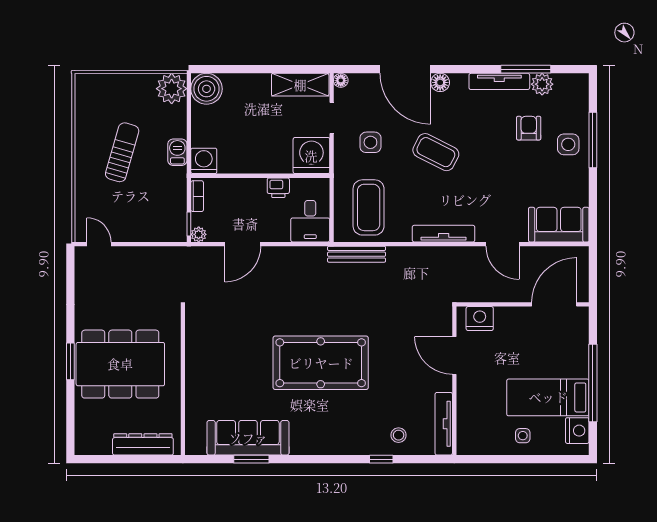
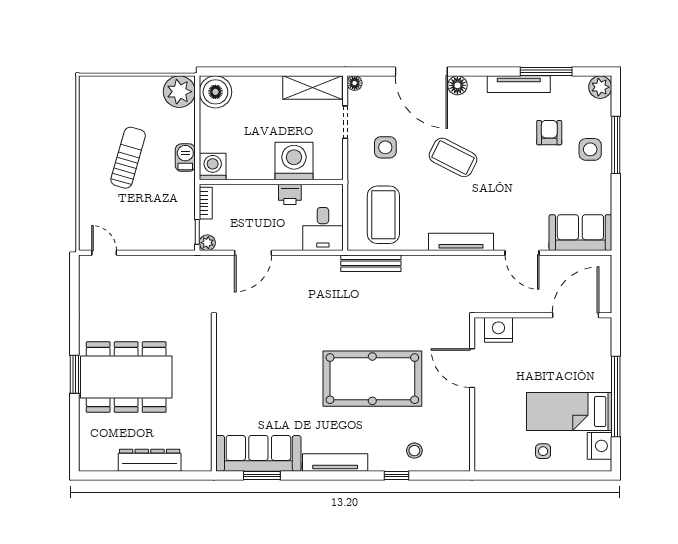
plant: (542, 84) -> (600, 87), moved
washing machine: (311, 156) -> (294, 161), moved
pool table: (321, 363) -> (372, 379), moved
wall: (183, 381) -> (214, 394), moved
tv unit: (444, 424) -> (335, 463), moved, turned 90

